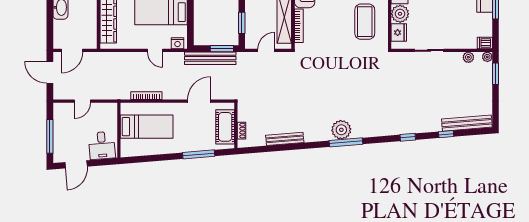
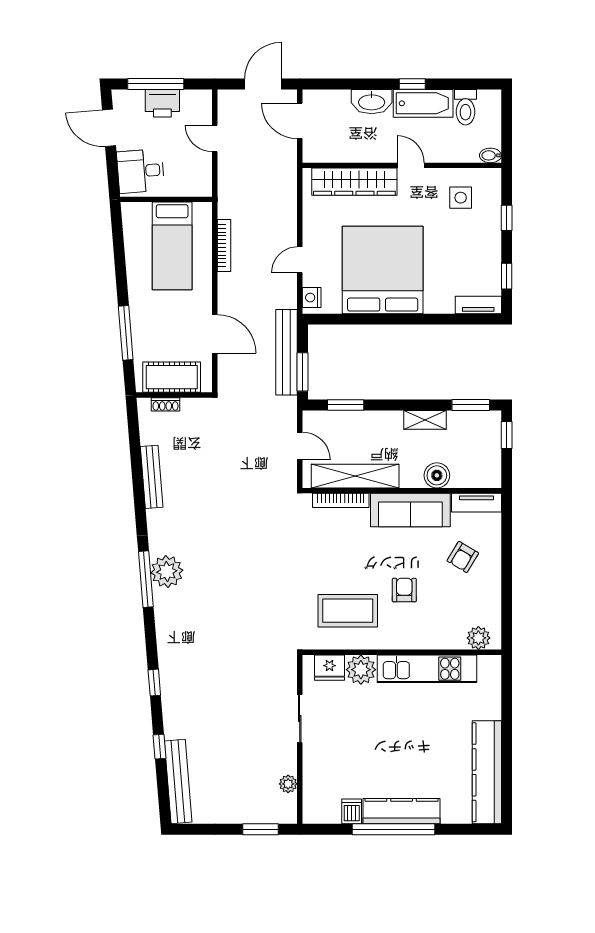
dishwasher: (485, 43) -> (352, 811), moved
plant: (487, 57) -> (289, 816), removed
printer: (61, 132) -> (162, 103), added

